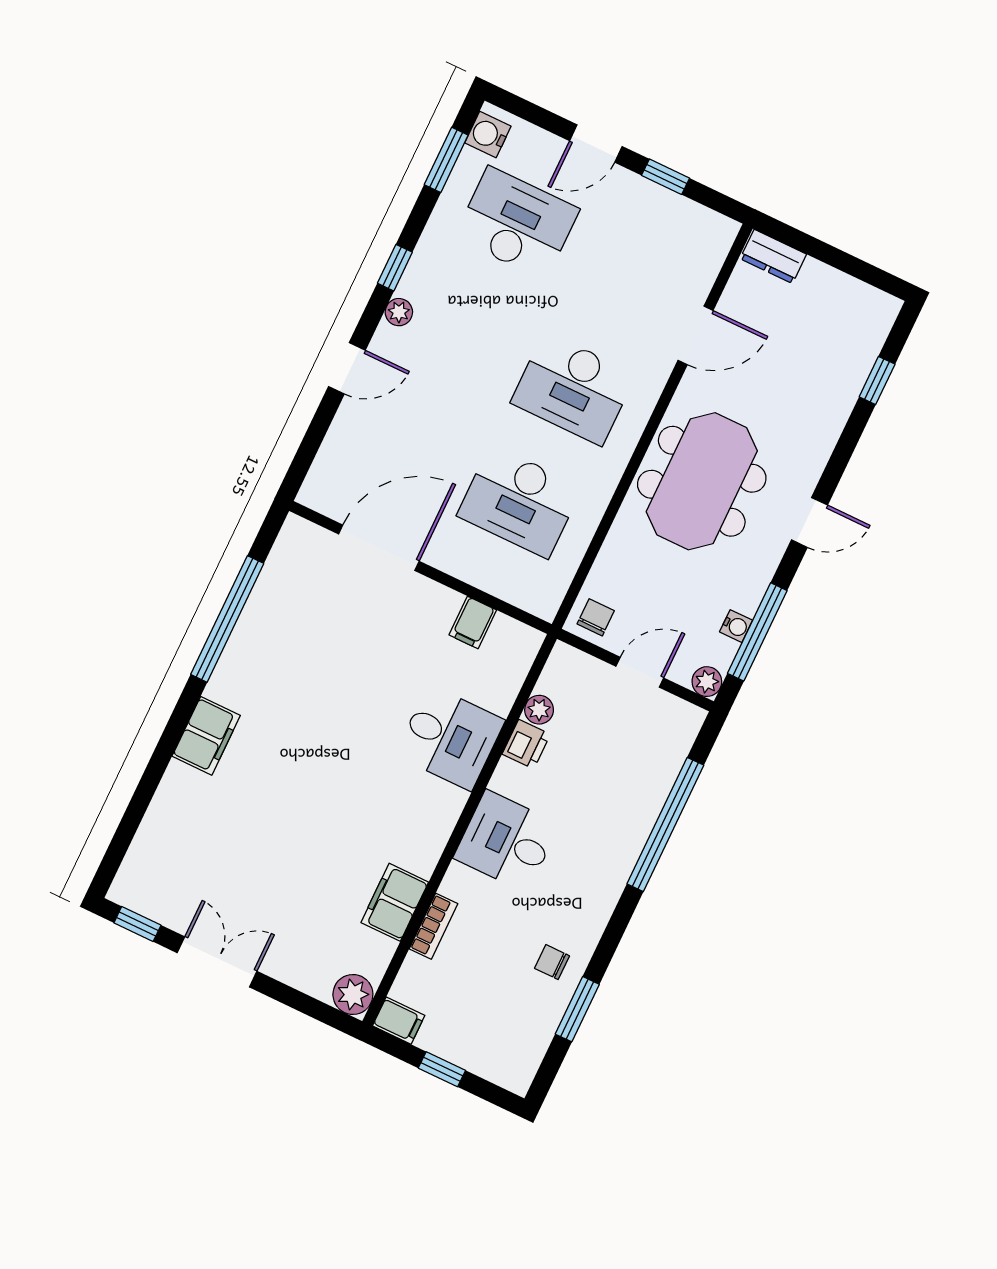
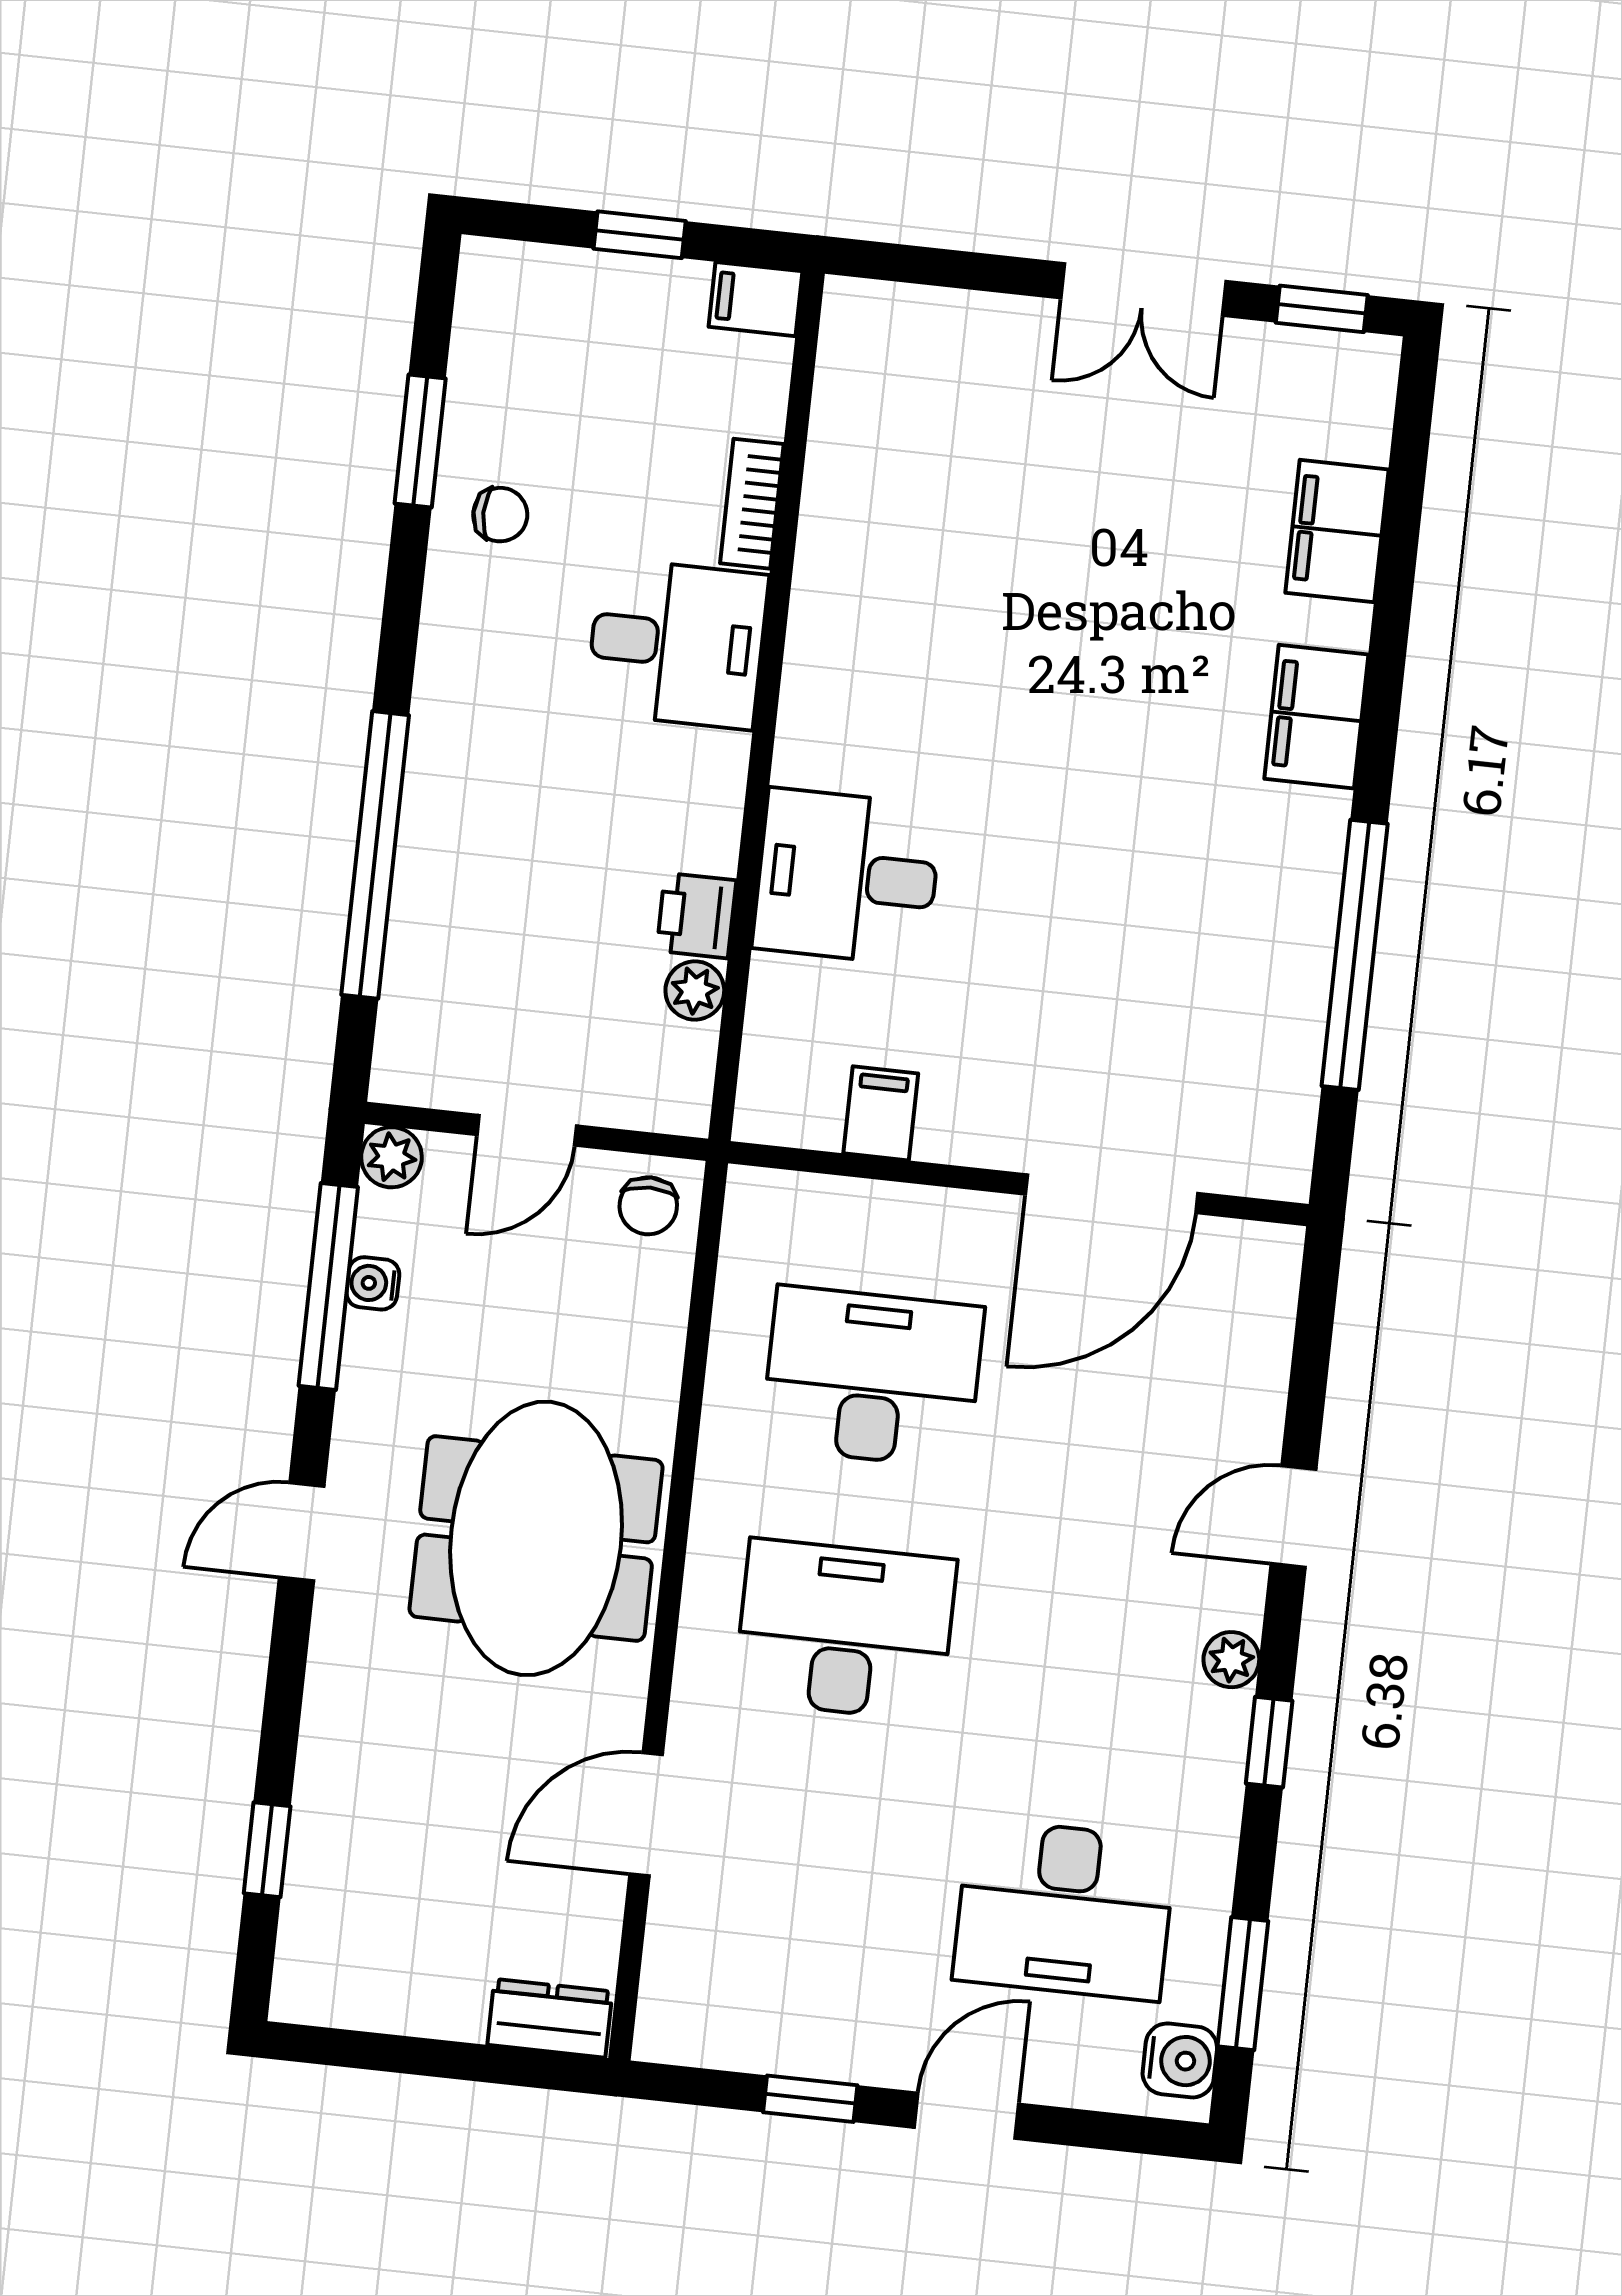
desk: (506, 841) -> (677, 644), moved
filing cabinet: (395, 902) -> (1337, 531), moved, turned 180
plant: (353, 994) -> (861, 318), removed

